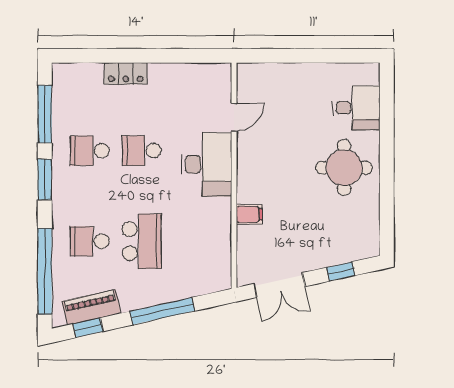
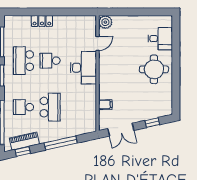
plant: (249, 76) -> (105, 22), added
school desk: (90, 151) -> (23, 61), width x1.85
filing cabinet: (249, 214) -> (105, 105), moved

